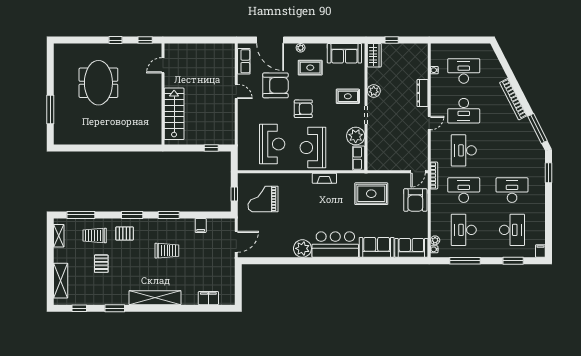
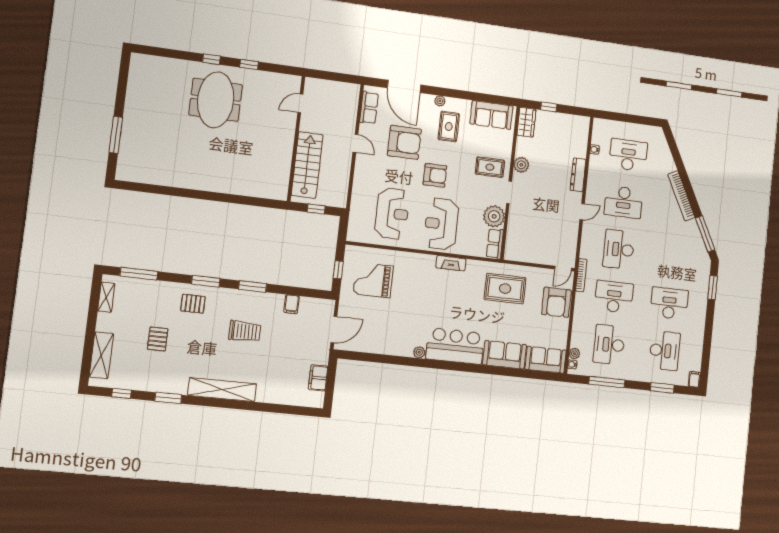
door: (163, 65) -> (300, 103), moved
rug: (310, 68) -> (449, 127), turned 90
meeting table: (98, 83) -> (216, 100), moved
wall: (163, 94) -> (296, 139), moved
stairs: (174, 114) -> (307, 165), moved
trolley: (95, 236) -> (154, 302), removed
plant: (302, 248) -> (419, 352), width x0.53, depth x0.53
filing cabinet: (208, 298) -> (318, 378), moved, turned -90

